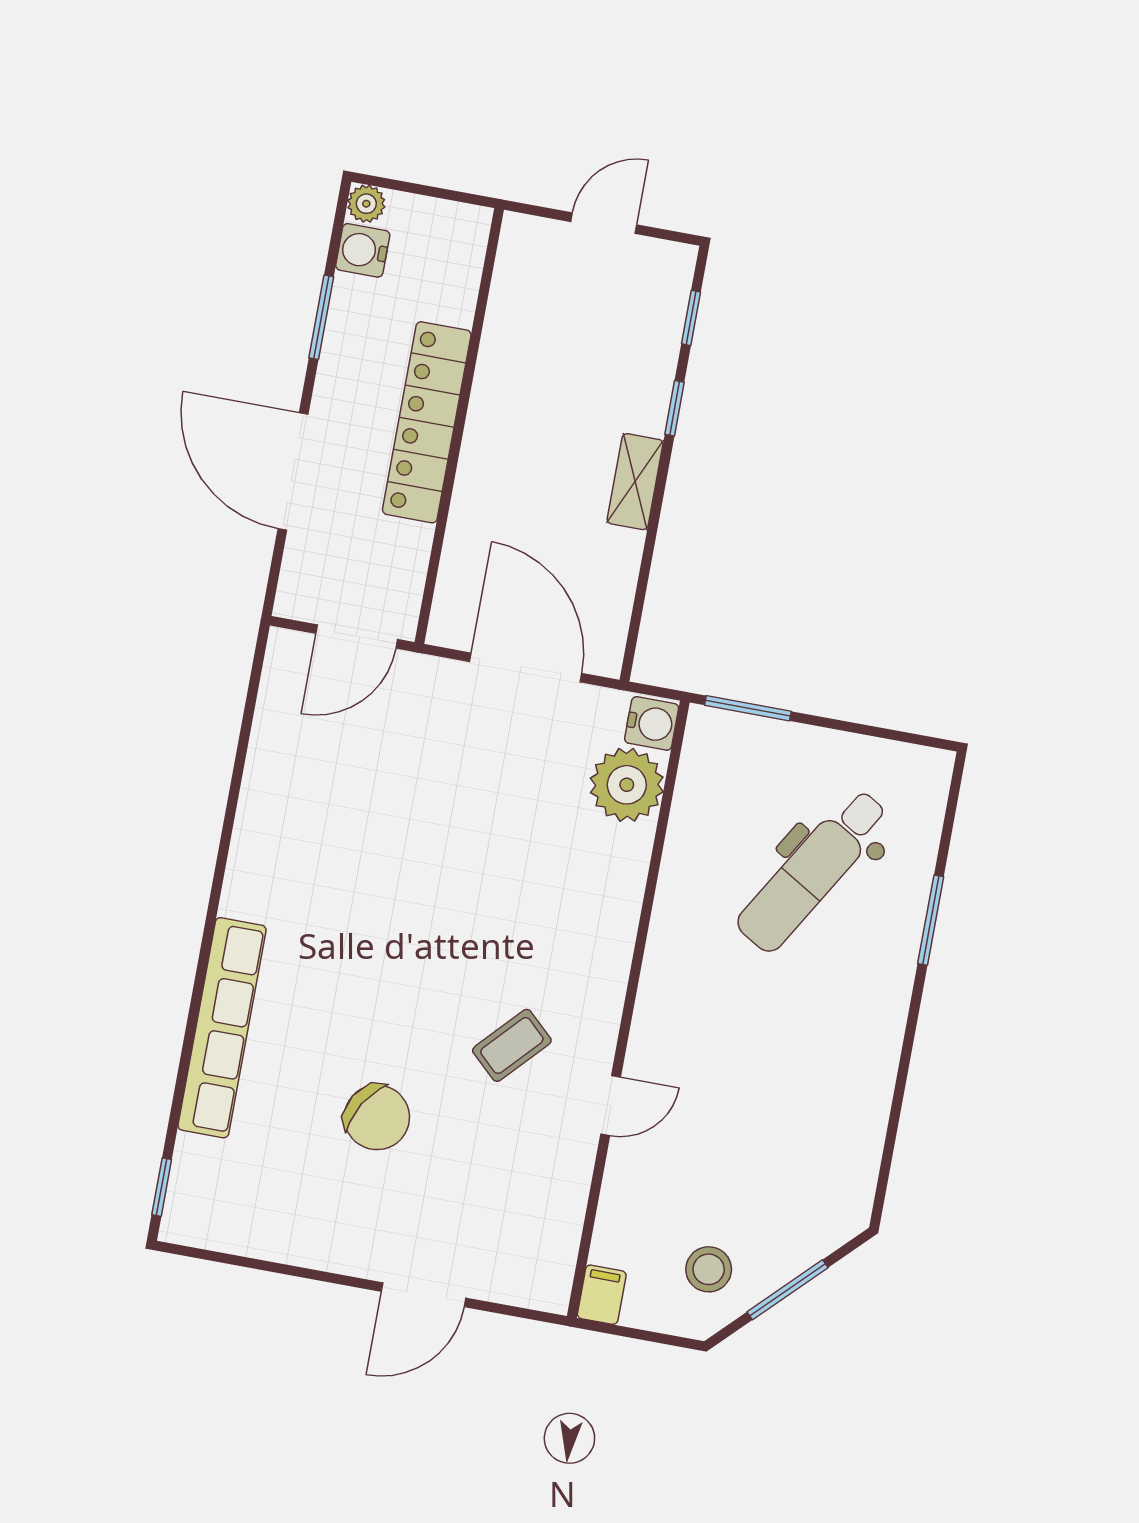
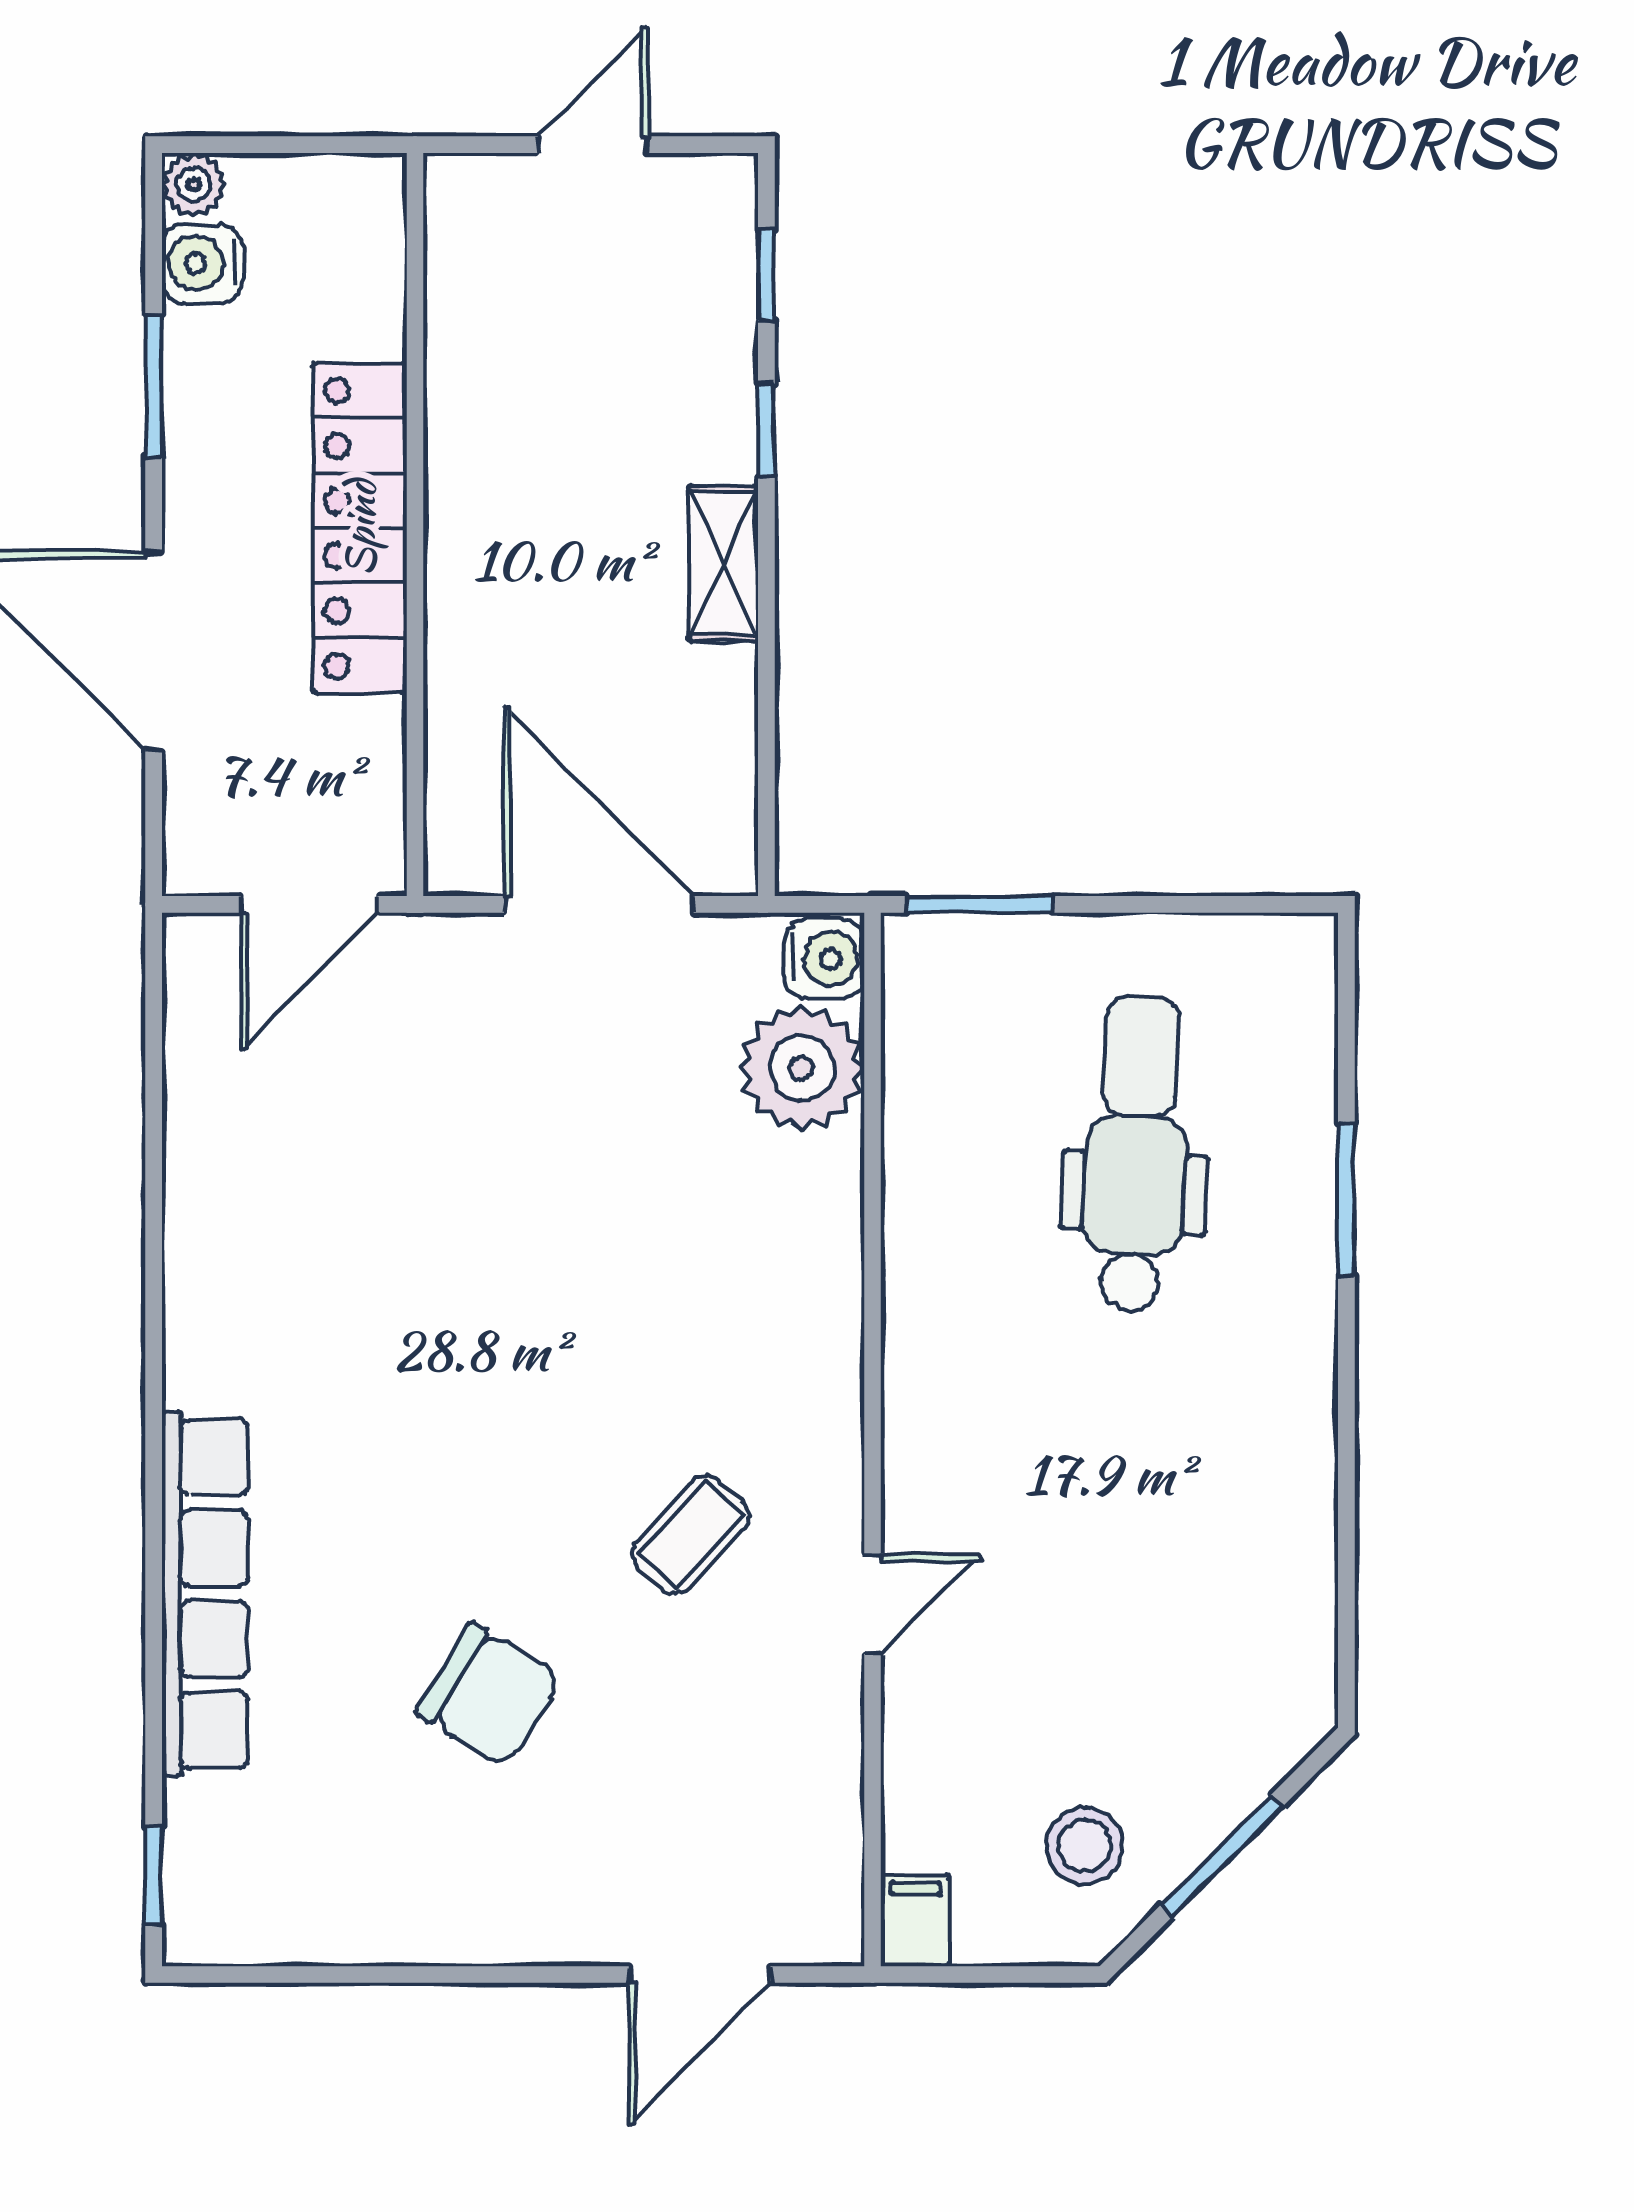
dental chair: (813, 870) -> (1136, 1153), turned 152
door: (423, 1295) -> (700, 1975), moved

